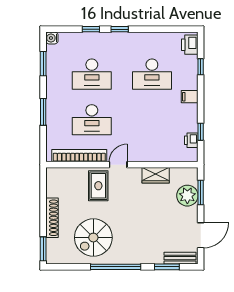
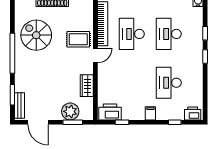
printer: (191, 140) -> (110, 112), width x1.87, depth x1.48
door: (118, 165) -> (95, 55), hinge flipped

